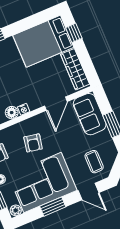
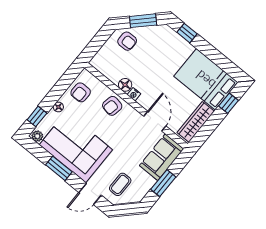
door: (56, 104) -> (155, 121), swing flipped
armchair: (33, 143) -> (112, 106), moved
door: (89, 191) -> (90, 194), hinge flipped

